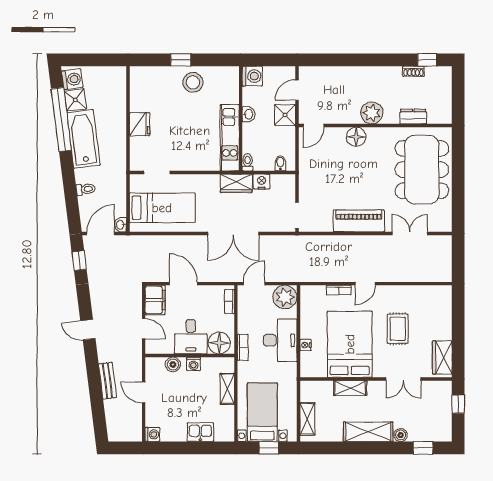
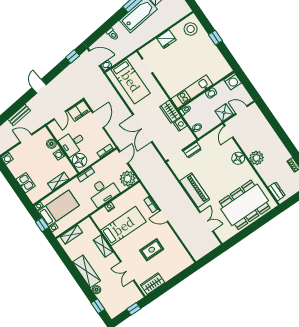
stool: (193, 82) -> (191, 29), moved
dresser: (413, 117) -> (277, 191), moved
door: (313, 126) -> (229, 132), hinge flipped
dresser: (306, 189) -> (192, 150), added
door: (254, 284) -> (124, 157), hinge flipped
bed: (350, 344) -> (123, 226), width x0.67
door: (144, 392) -> (26, 138), hinge flipped

